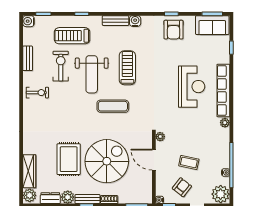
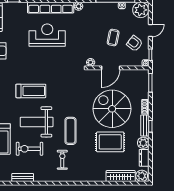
treadmill: (127, 68) -> (31, 91), turned 180
weight bench: (92, 74) -> (37, 122), turned 180
exercise bike: (37, 93) -> (62, 160), moved
exercise mat: (113, 106) -> (70, 131), moved

